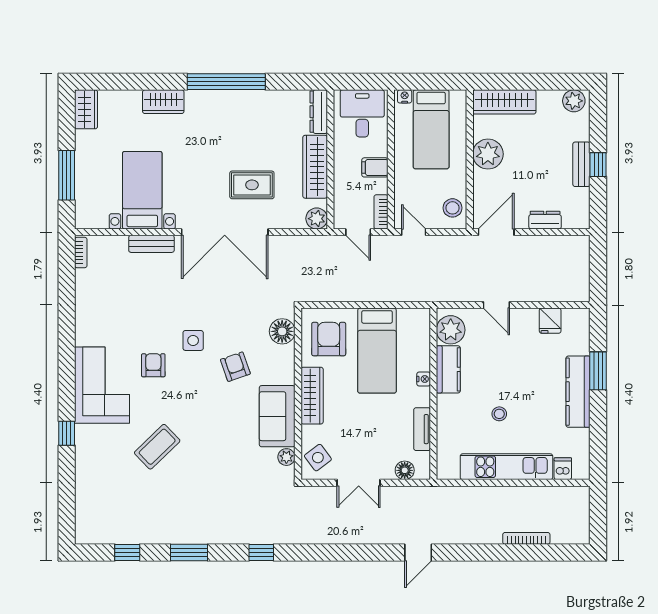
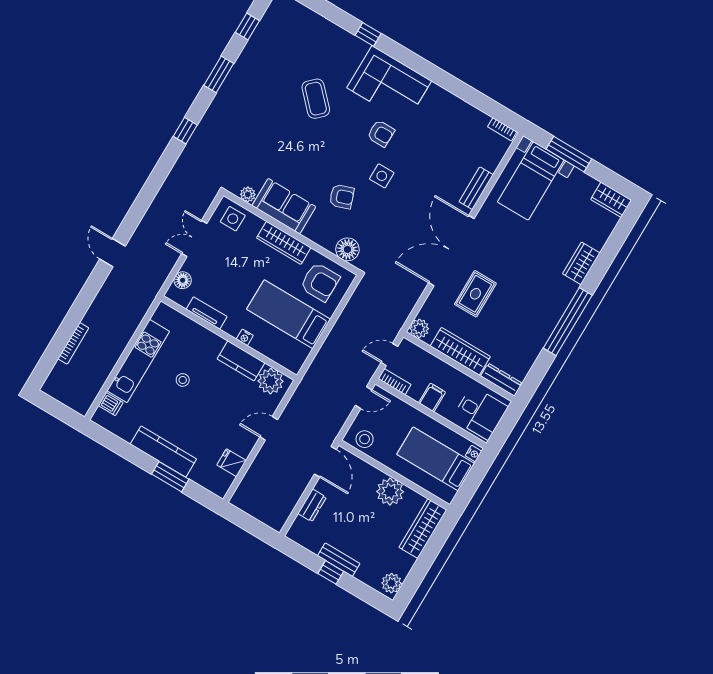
bed with nightstands: (142, 190) -> (531, 181), moved, turned 90
side table: (318, 458) -> (233, 219), turned 37

